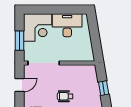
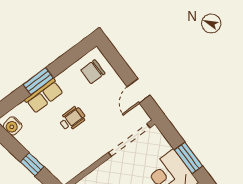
window: (20, 41) -> (189, 158), moved

